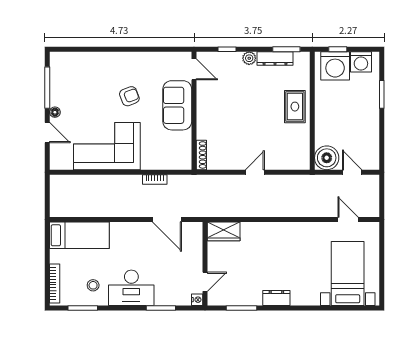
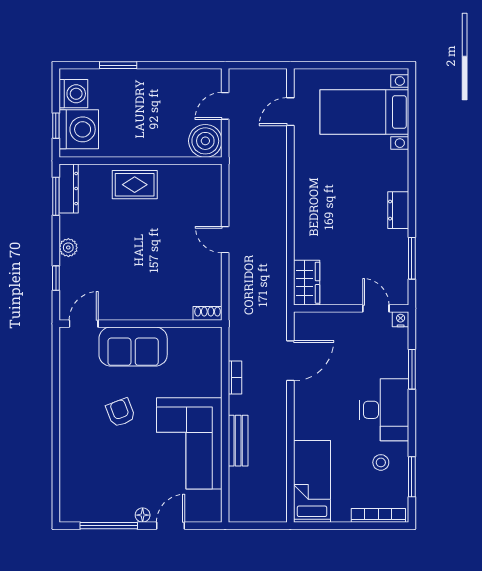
dresser: (275, 58) -> (69, 189), moved
shoe rack: (201, 155) -> (208, 313), width x0.70
bench: (109, 182) -> (238, 441), added

